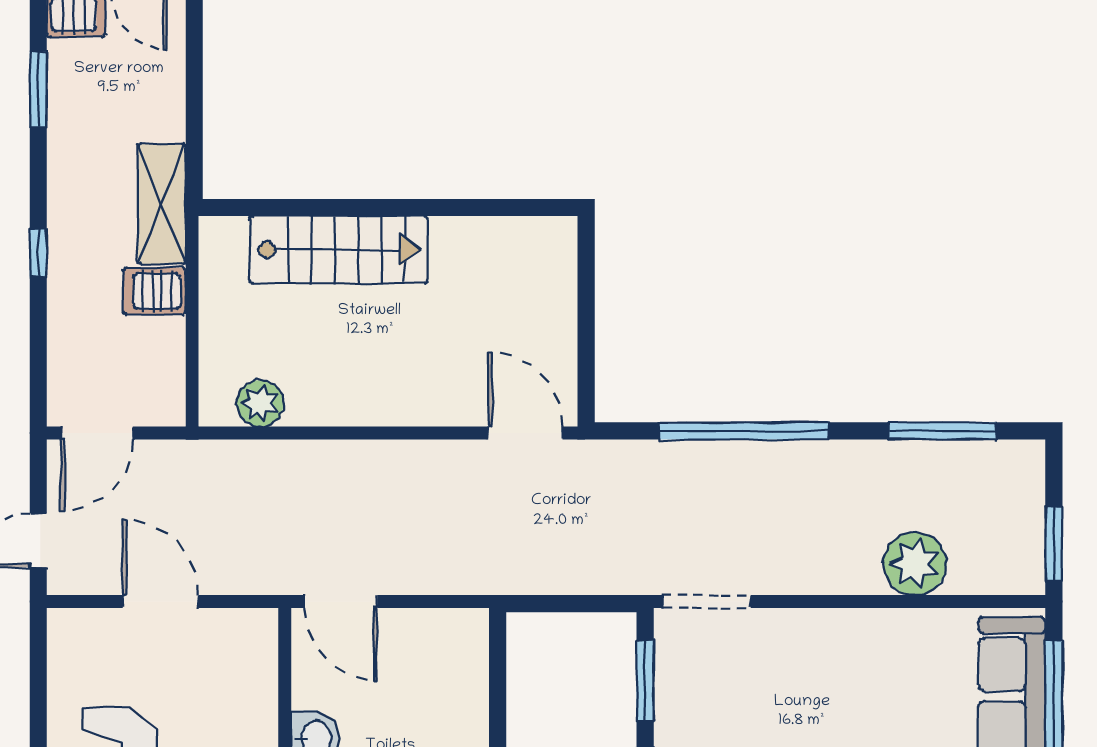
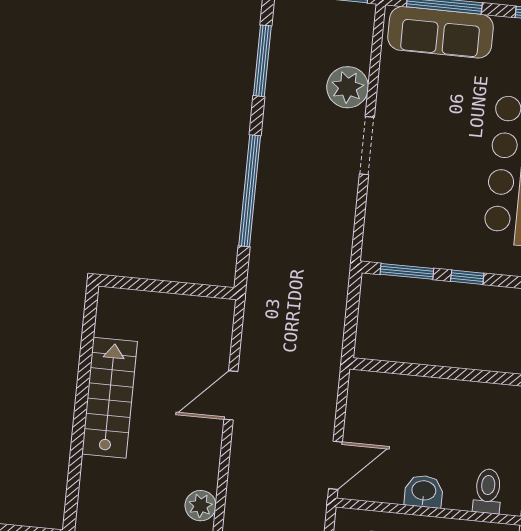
stairs: (339, 250) -> (110, 398), moved
door: (525, 433) -> (231, 395), moved
doorway: (707, 602) -> (367, 146), moved

